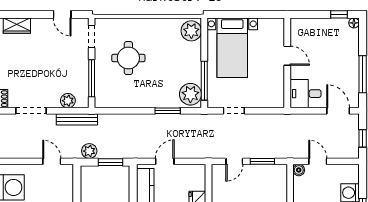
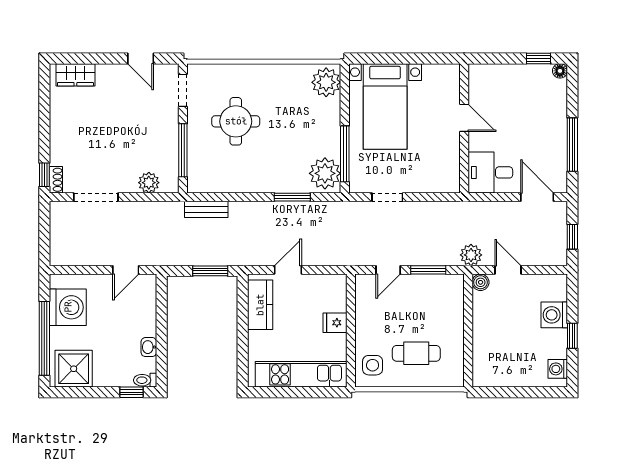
bench: (77, 119) -> (206, 209), moved, width x0.73
plant: (89, 151) -> (471, 255), moved
door: (52, 161) -> (126, 270), swing flipped

